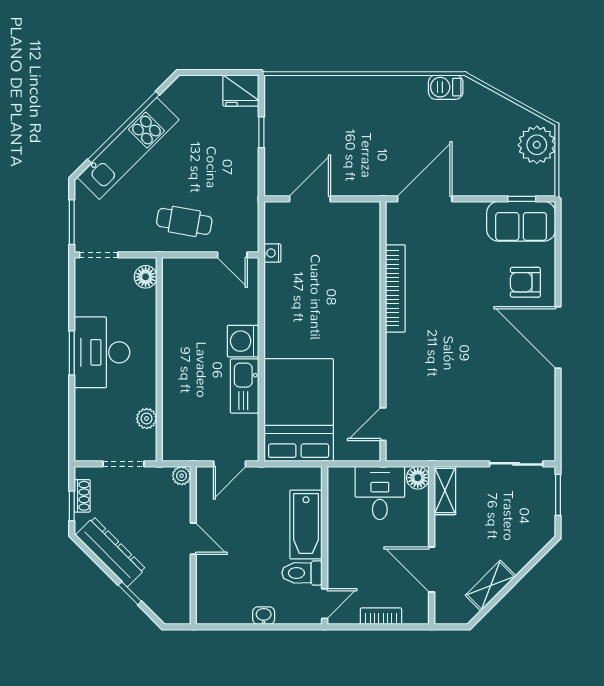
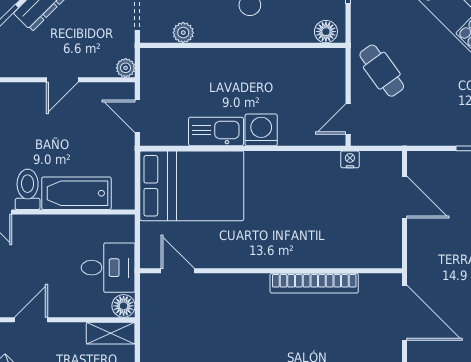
cafe table: (184, 221) -> (382, 71), turned -46
door: (432, 570) -> (31, 320), width x0.73

